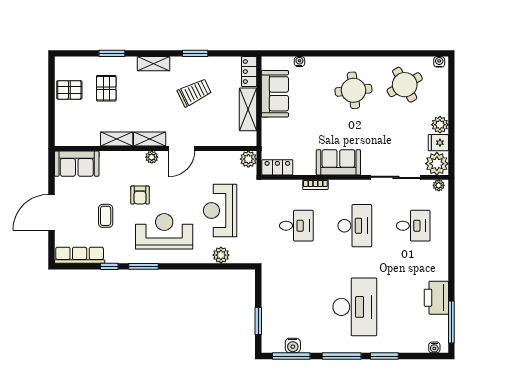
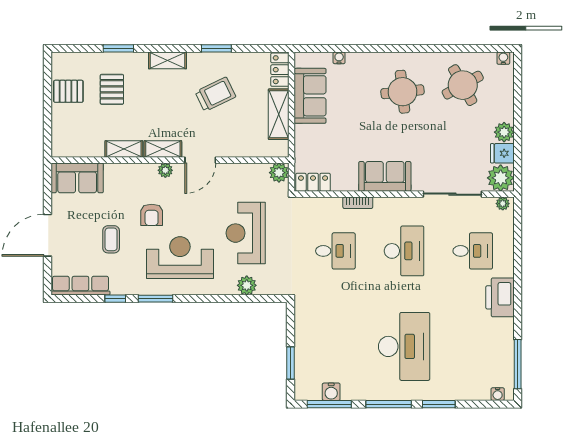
printer: (436, 298) -> (500, 297), moved

